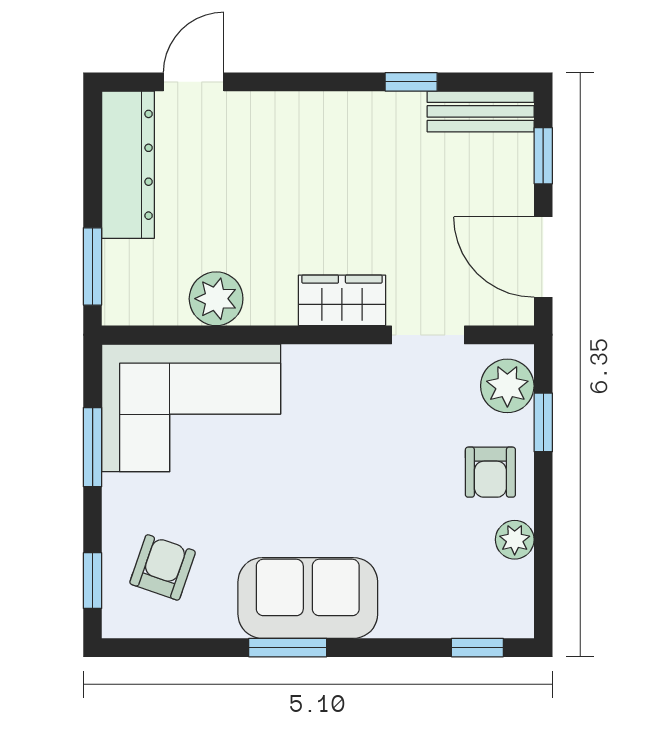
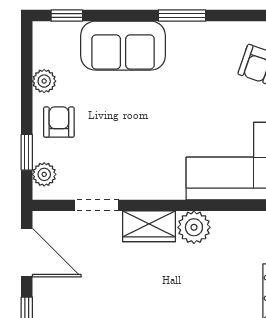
plant: (216, 299) -> (194, 227), moved
plant: (507, 386) -> (44, 174), width x0.73, depth x0.73
sofa: (308, 598) -> (123, 46), moved

